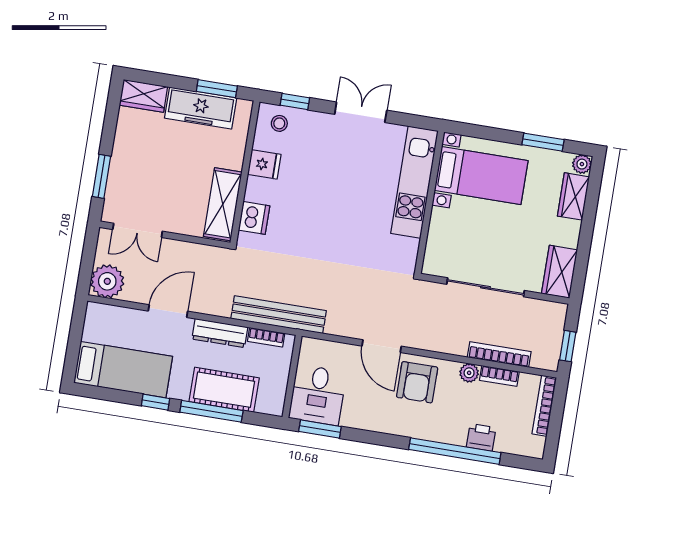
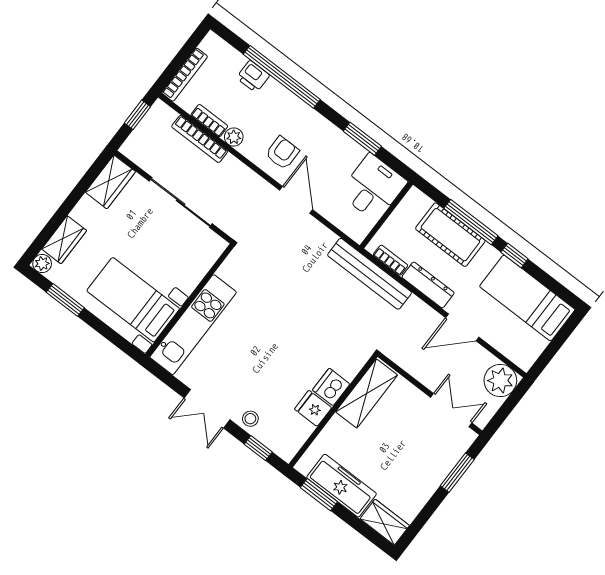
stool: (279, 123) -> (250, 419), moved
dishwasher: (254, 218) -> (331, 387), moved
armchair: (417, 382) -> (282, 153), width x0.72, depth x0.72
window: (320, 429) -> (362, 139), moved

